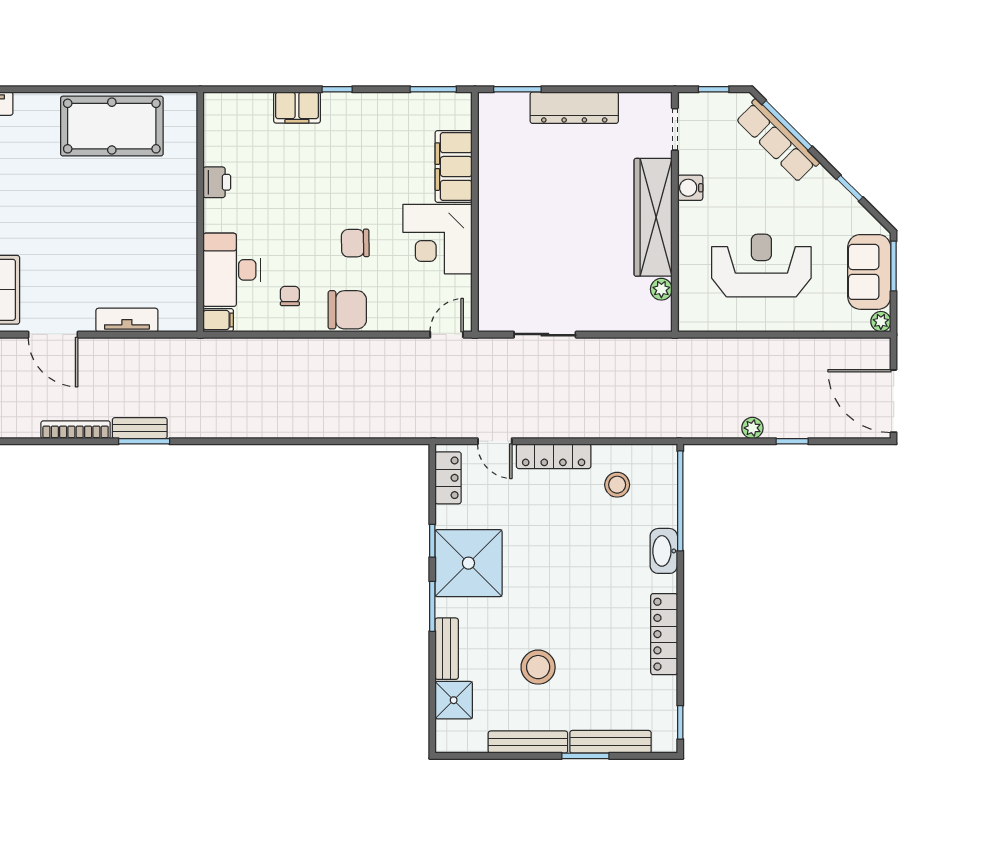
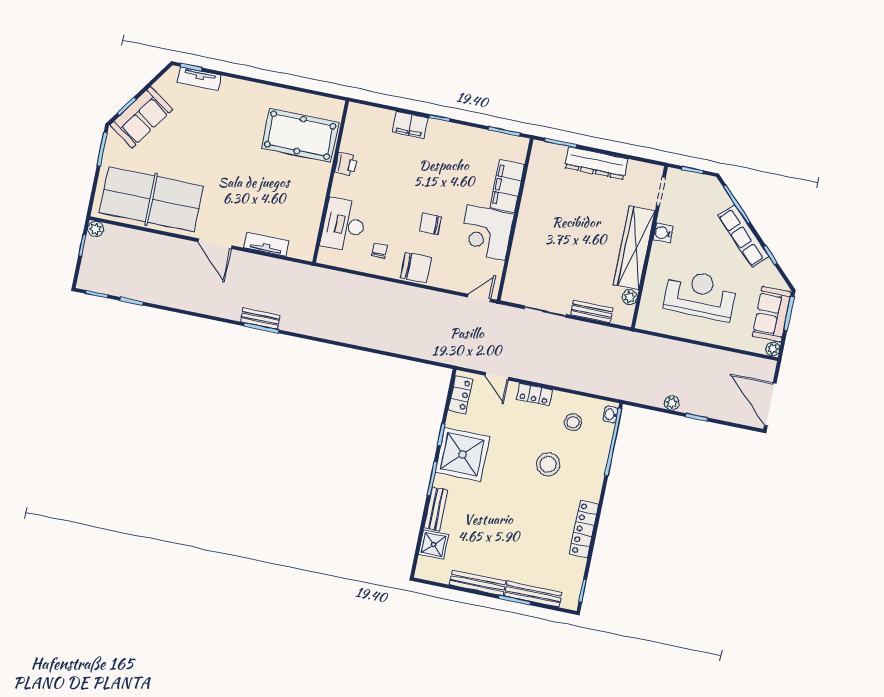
pool table: (112, 126) -> (300, 135), moved
row of seats: (778, 141) -> (743, 236), moved
filing cabinet: (218, 320) -> (328, 257), removed
bench: (612, 321) -> (592, 311), added
bookcase: (76, 430) -> (217, 311), removed
locker: (554, 456) -> (534, 394), width x0.66
washbasin: (664, 551) -> (610, 414), moved, width x0.52, depth x0.69
stool: (538, 667) -> (548, 464), moved

